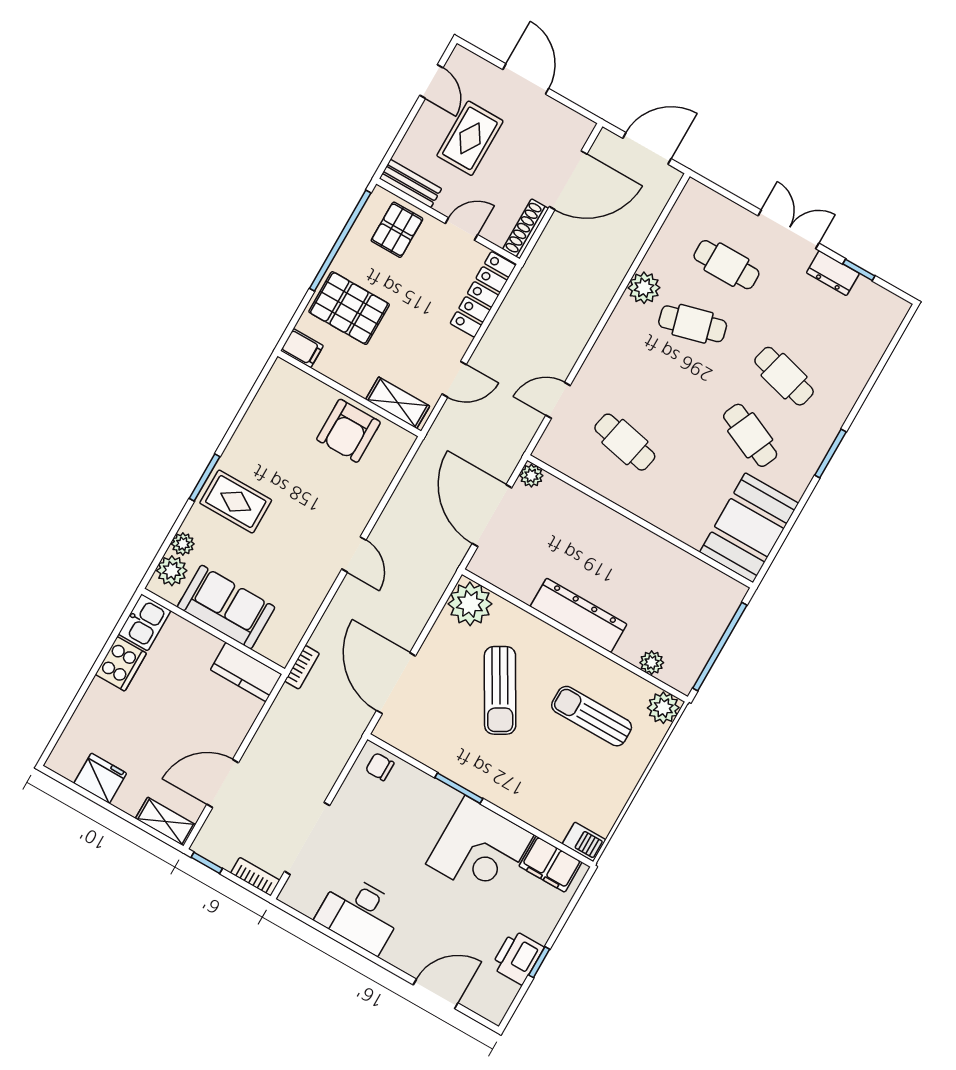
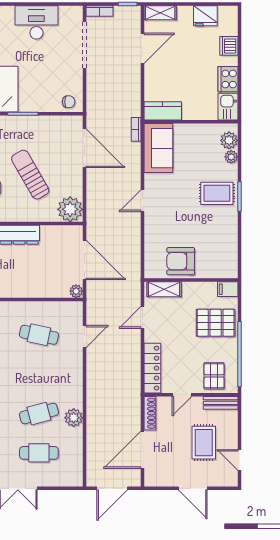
armchair: (348, 431) -> (181, 261), turned -90
door: (354, 554) -> (143, 201), hinge flipped
sofa: (226, 607) -> (158, 148), moved, turned -90
dishwasher: (91, 713) -> (229, 46), added

